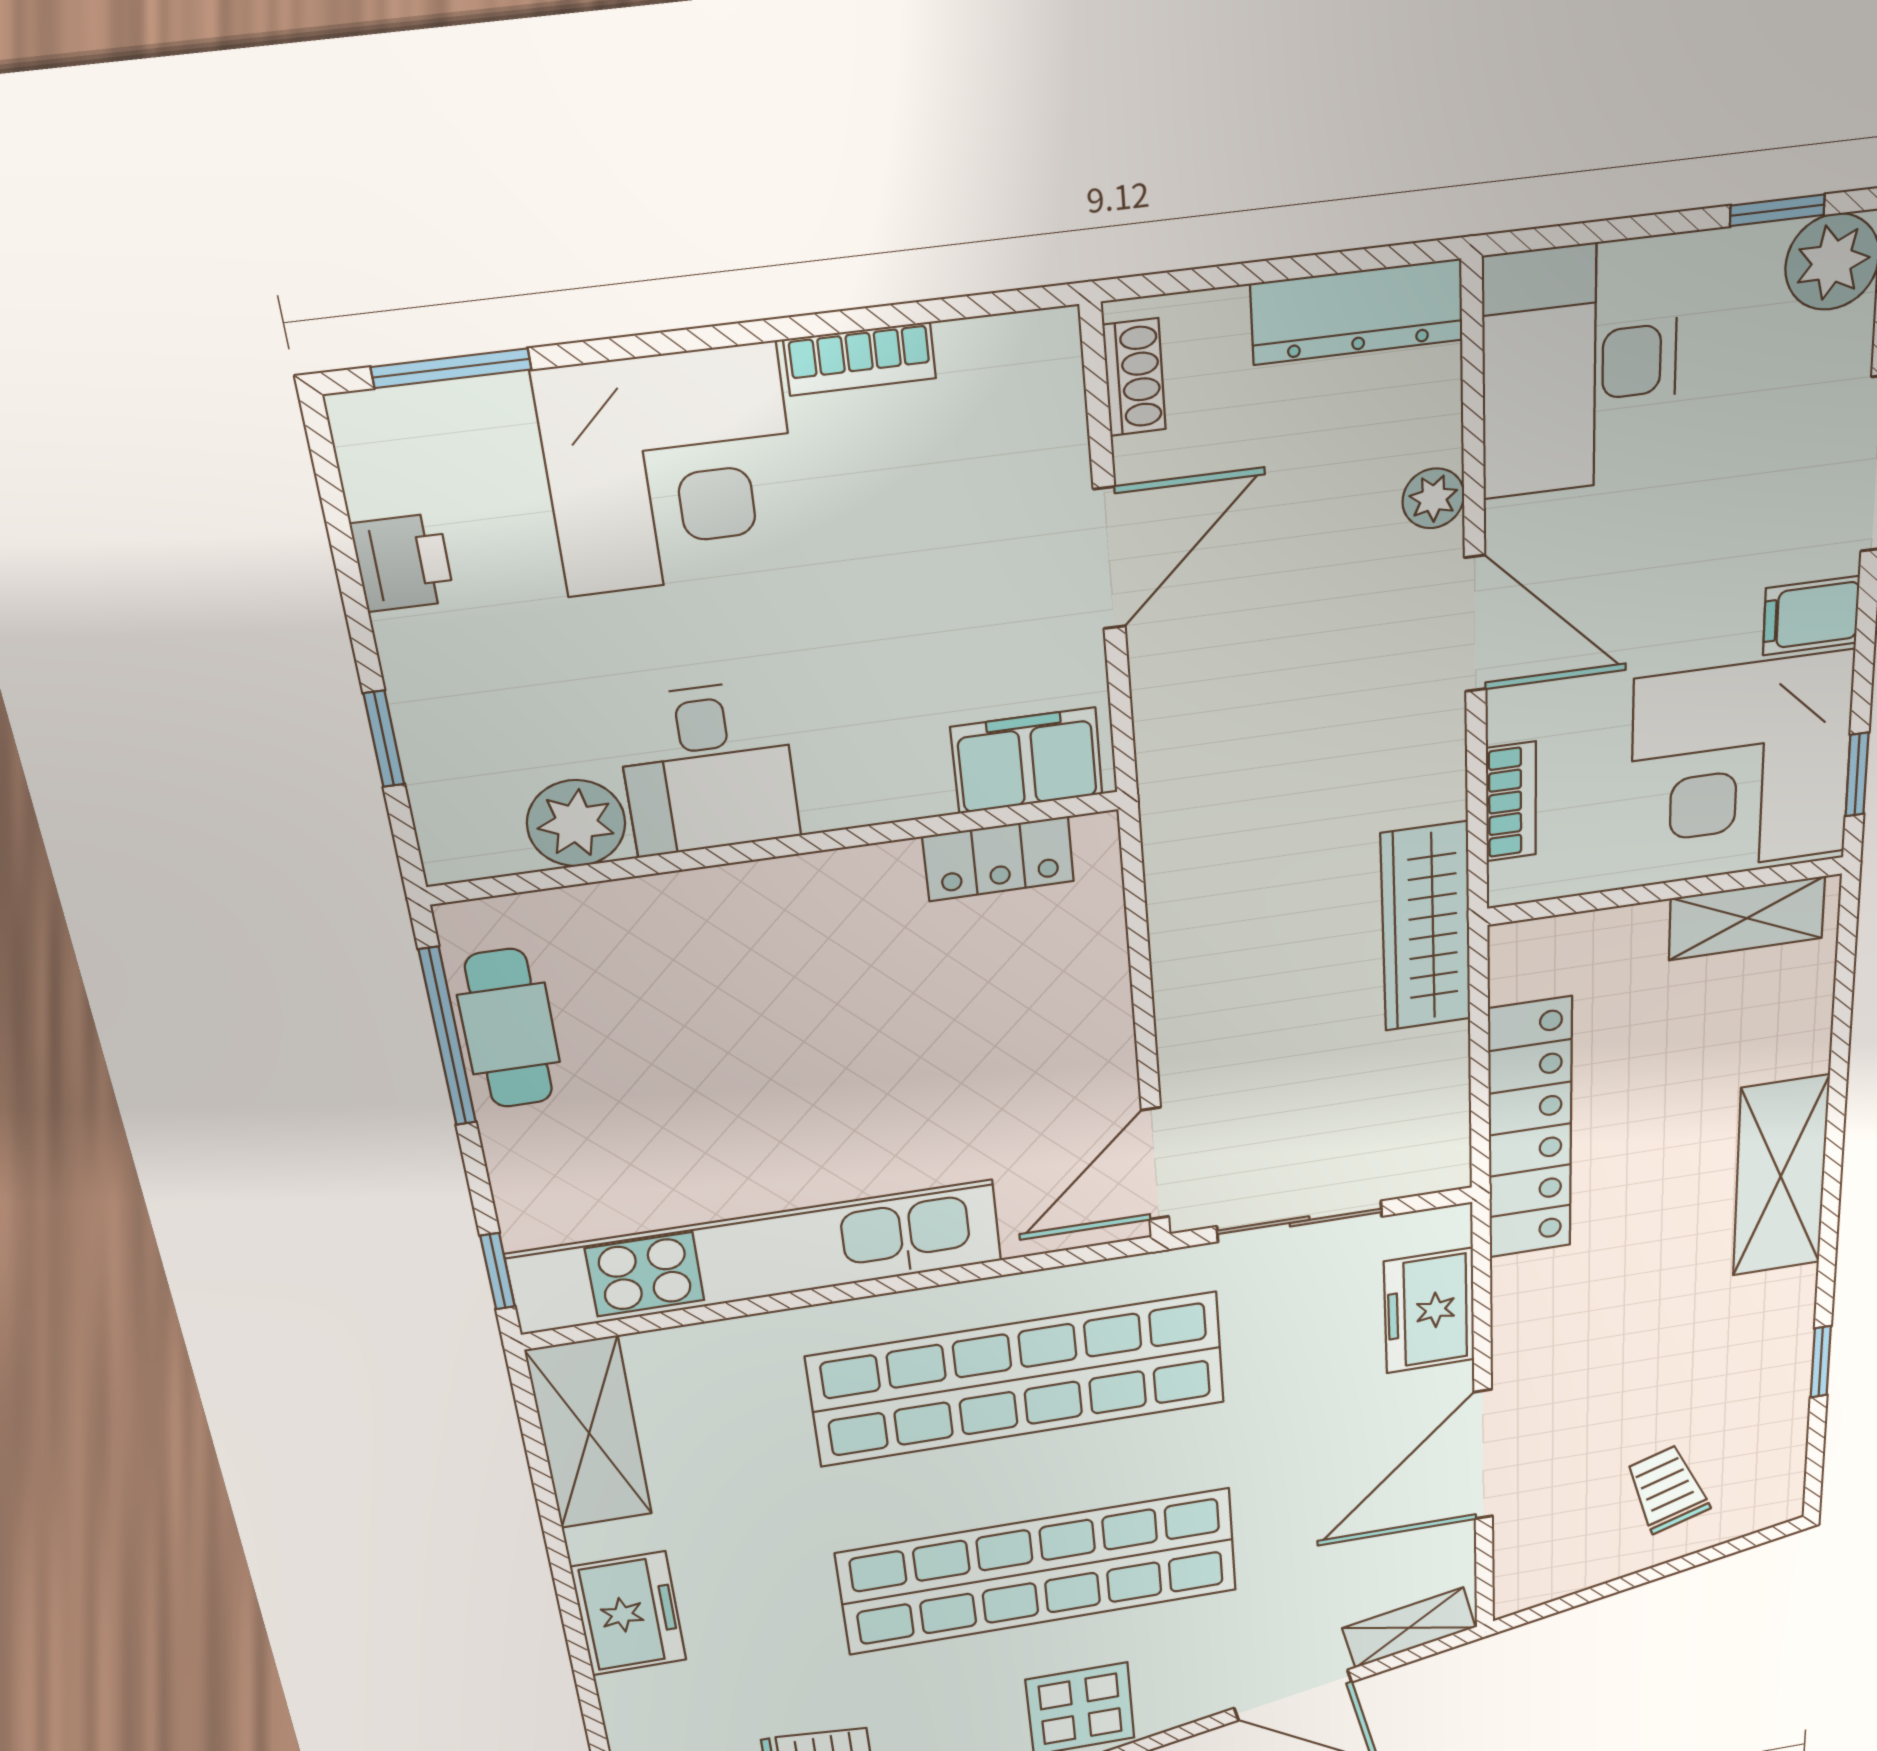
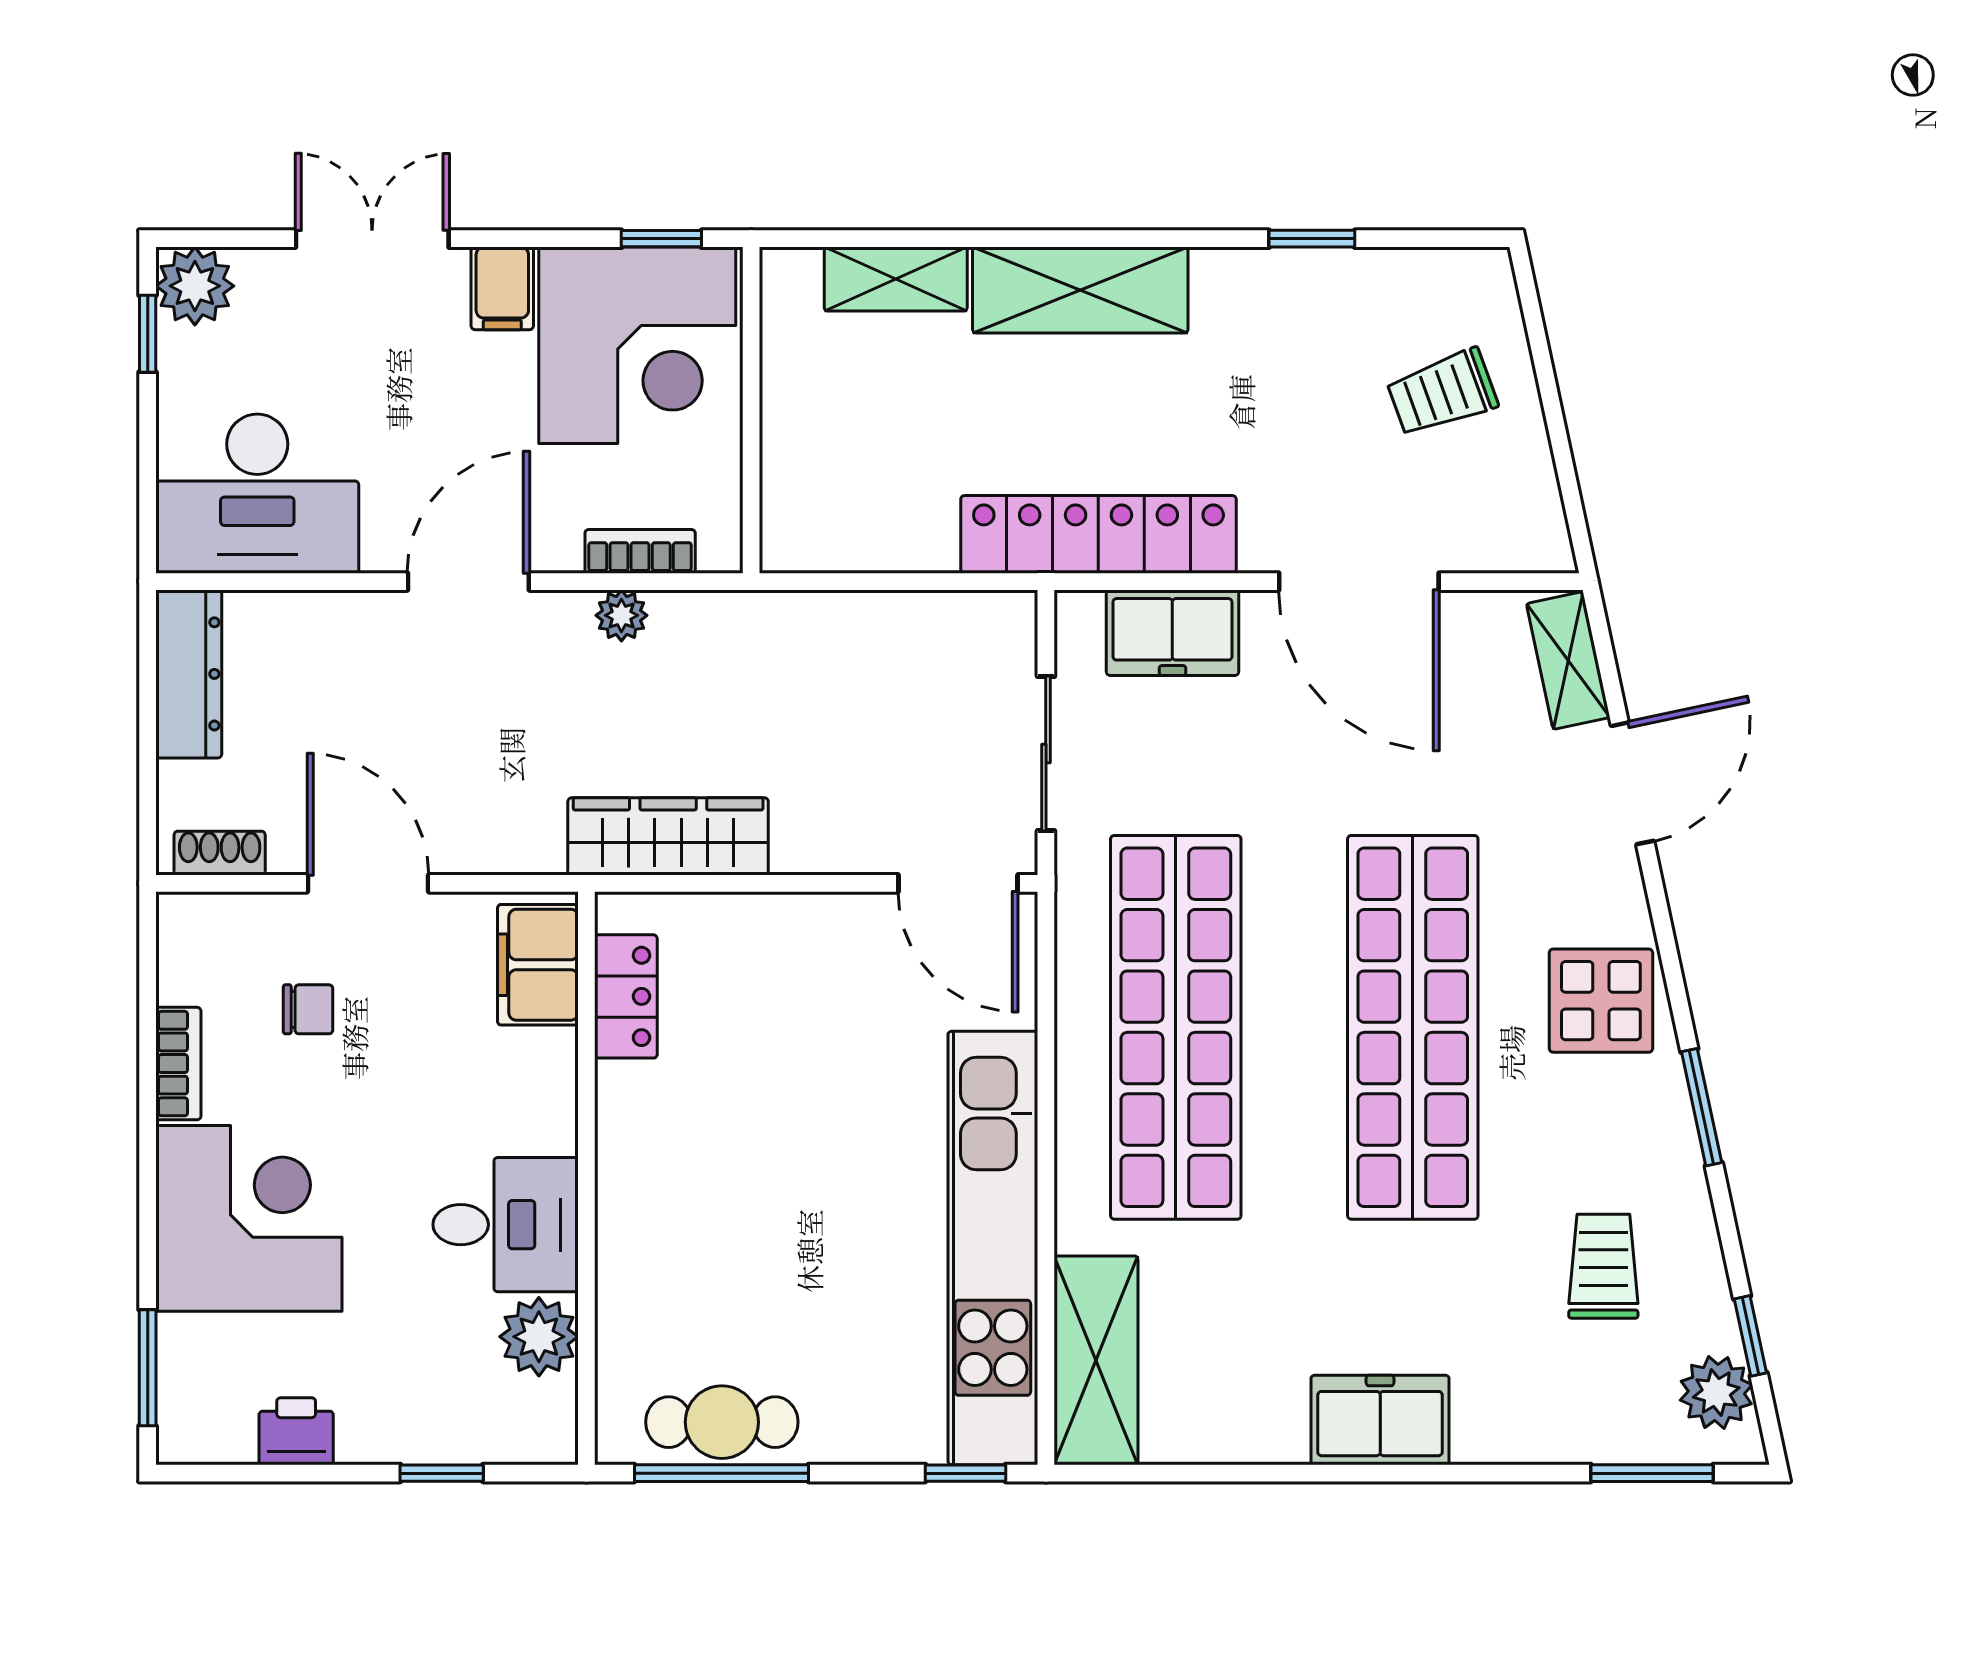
plant: (1433, 498) -> (621, 615), moved
chair: (947, 508) -> (308, 1009), added
shelving: (1747, 918) -> (896, 279), moved, turned 90
wardrobe: (1426, 927) -> (668, 836), moved, turned 180
locker: (1530, 1129) -> (1098, 534), moved
shelving: (589, 1433) -> (1096, 1360), moved, turned 90

